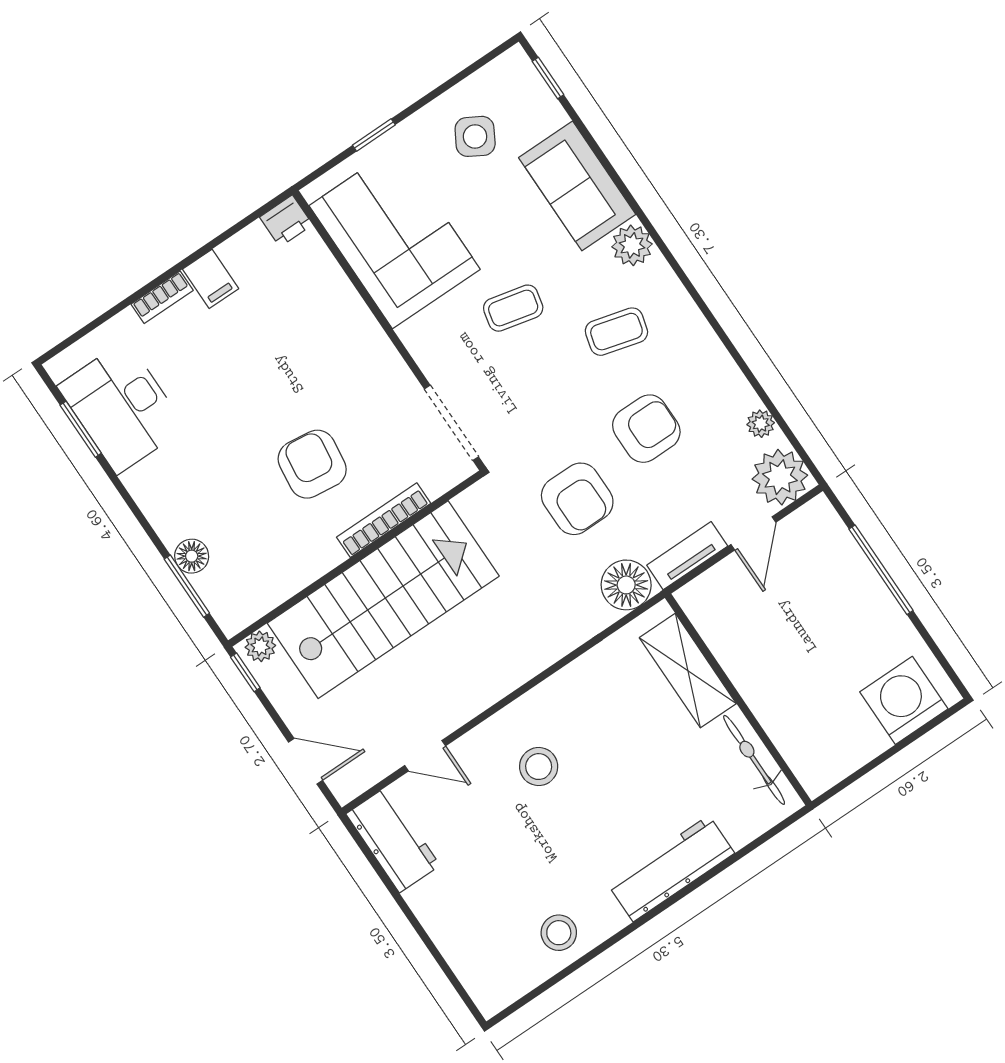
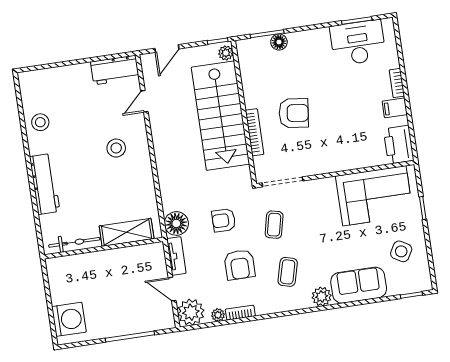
printer: (286, 221) -> (399, 145), width x1.87, depth x1.48
coffee table: (513, 308) -> (274, 225), moved
bookcase: (736, 384) -> (240, 313), added
armchair: (577, 499) -> (224, 220), width x0.72, depth x0.72

